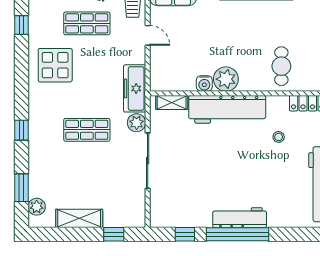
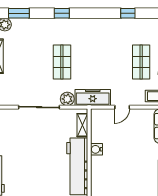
window: (21, 25) -> (128, 13), moved
door: (148, 35) -> (122, 107), moved
display table: (55, 65) -> (110, 38), removed
plant: (226, 79) -> (100, 165), removed

